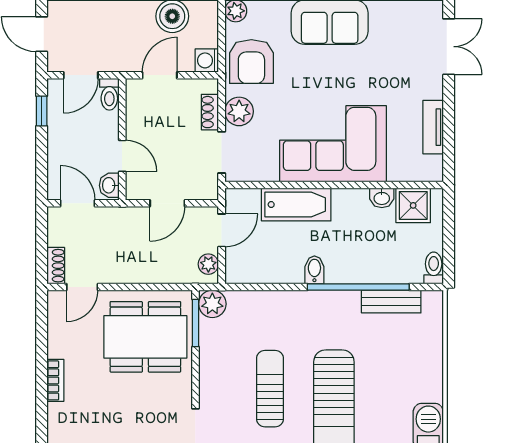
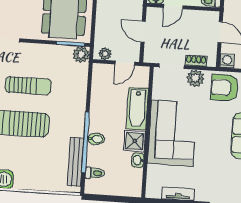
shower: (413, 205) -> (135, 141), moved
door: (222, 230) -> (125, 63), hinge flipped
toilet: (434, 268) -> (95, 173), moved
bidet: (314, 270) -> (96, 139), moved
bench: (391, 302) -> (76, 162), width x1.36

